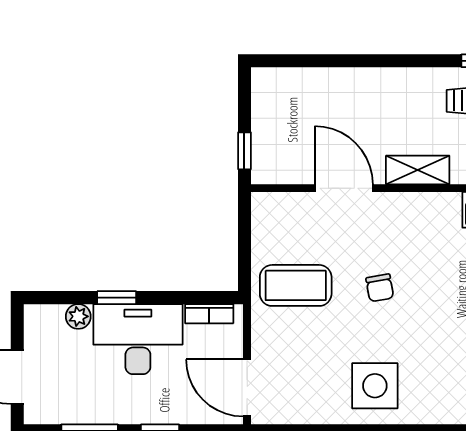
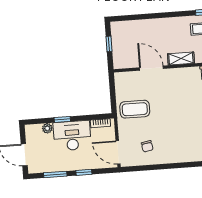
window: (244, 151) -> (109, 44), moved
chair: (380, 288) -> (147, 146), moved
side table: (375, 386) -> (170, 148), removed

